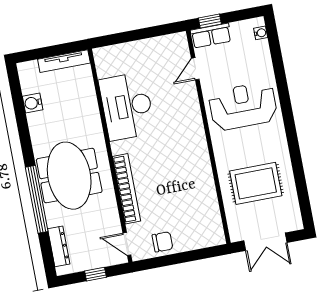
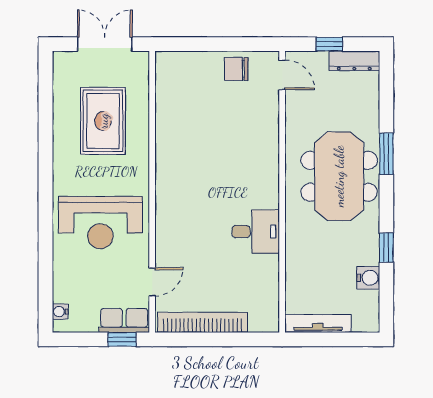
desk: (127, 106) -> (256, 232), width x0.53, depth x0.77
window: (23, 129) -> (386, 247), added
rug: (256, 183) -> (103, 121), turned 90
bookcase: (127, 189) -> (203, 322), moved, turned 90
window: (37, 199) -> (386, 154), width x0.47
dresser: (59, 246) -> (354, 61), moved, turned -90

